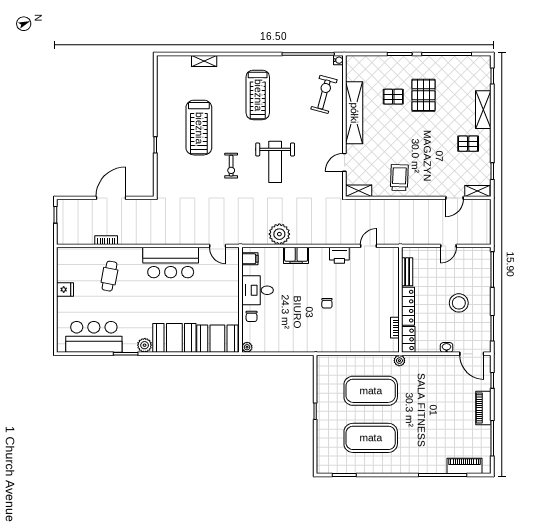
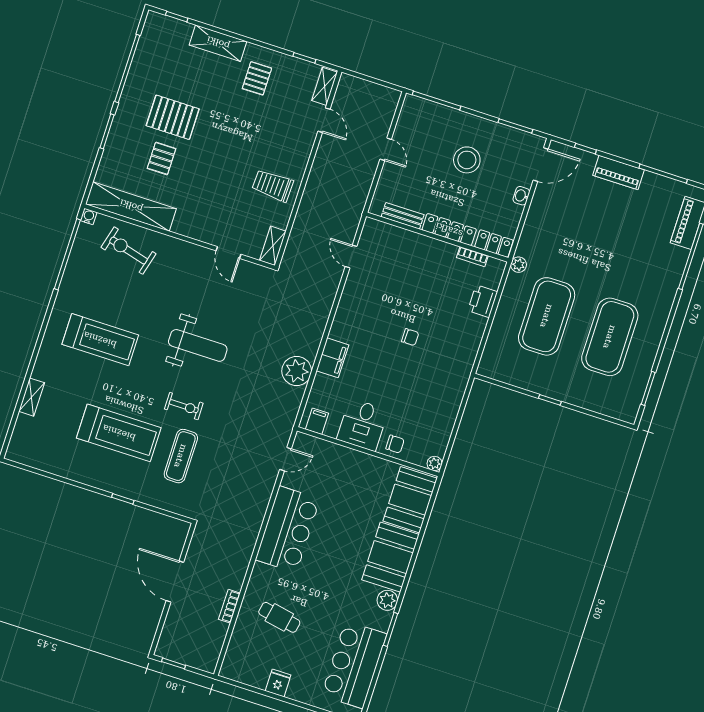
shelving: (354, 113) -> (131, 206), moved
exercise mat: (197, 175) -> (181, 456), added
printer: (339, 255) -> (483, 301), moved, turned 180

